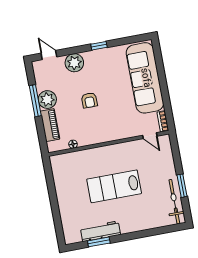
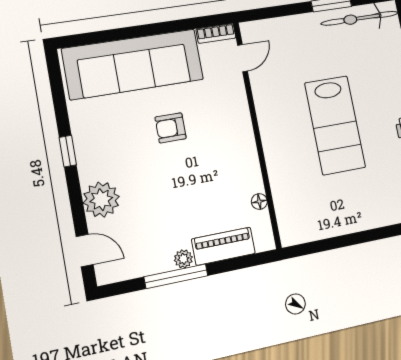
door: (49, 55) -> (85, 250), swing flipped
plant: (47, 100) -> (183, 259), width x0.53, depth x0.53
armchair: (89, 100) -> (171, 128), moved, turned 180

